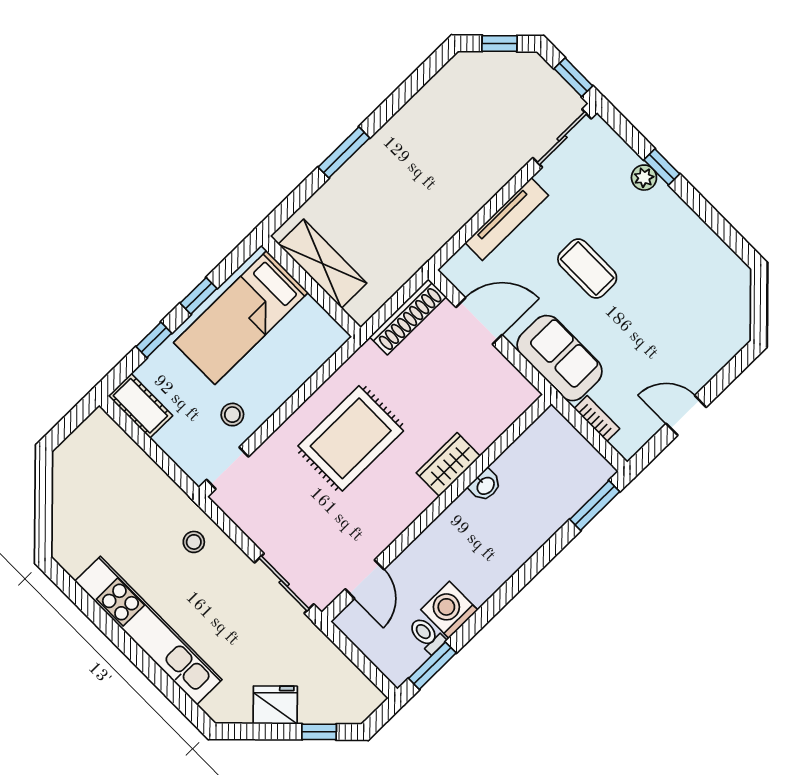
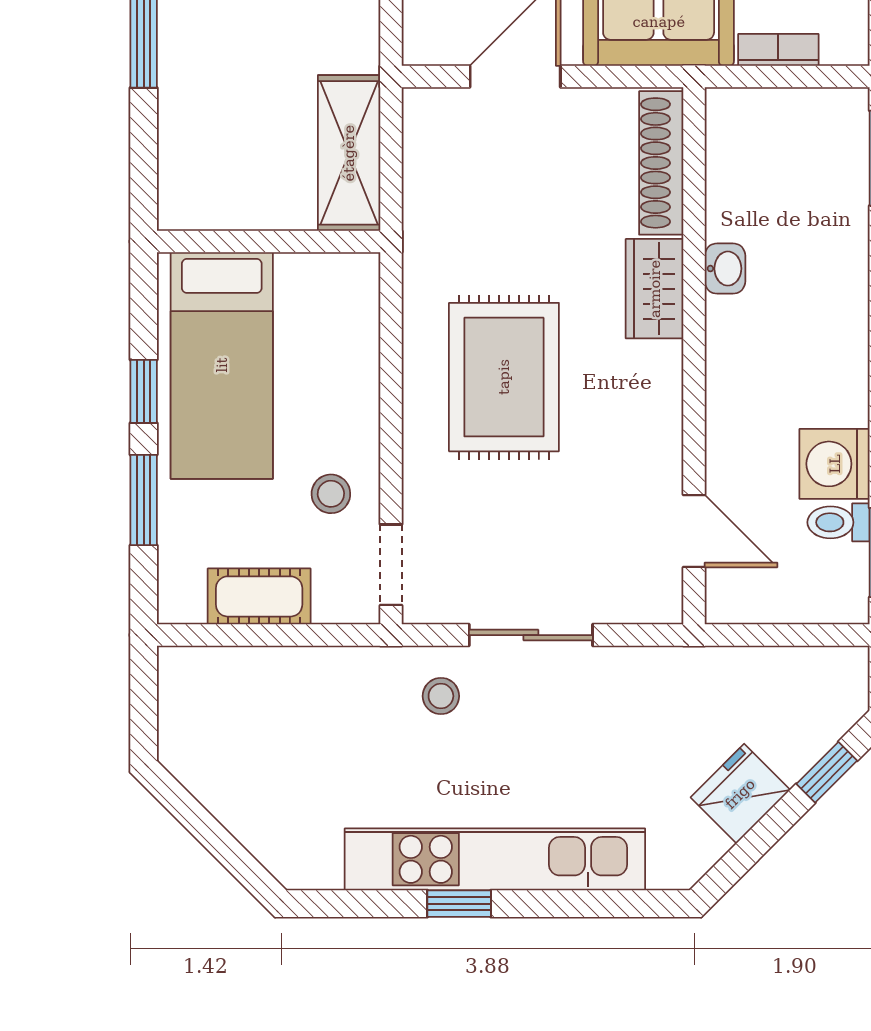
shelving: (322, 264) -> (349, 153), moved, turned 90
shoe rack: (408, 317) -> (661, 163), moved, turned 180
window: (154, 340) -> (144, 500), width x1.50
cot: (140, 406) -> (259, 596), moved
sliding door: (284, 583) -> (531, 635), moved
window: (116, 634) -> (459, 904), added

